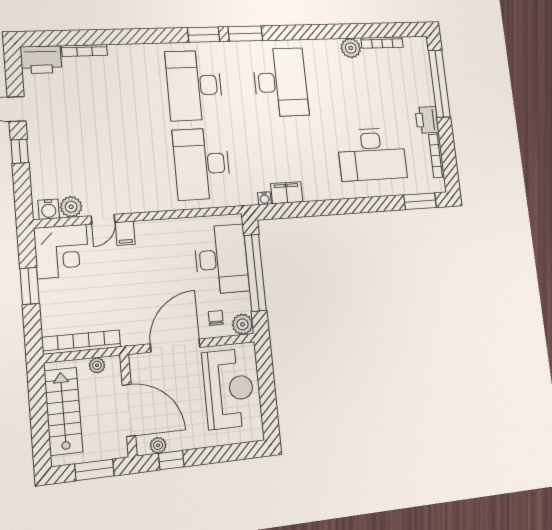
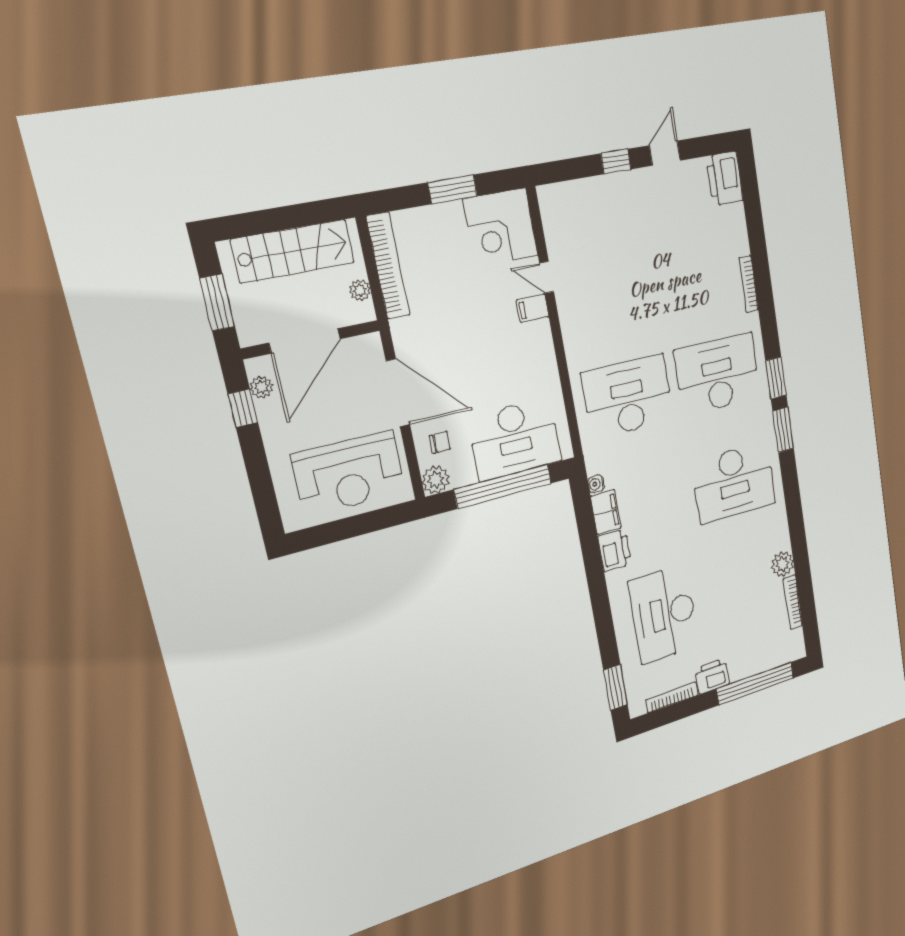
bookcase: (85, 50) -> (749, 284), moved
printer: (317, 189) -> (615, 550), added
plant: (71, 207) -> (557, 234), removed
water cooler: (49, 209) -> (551, 205), removed

